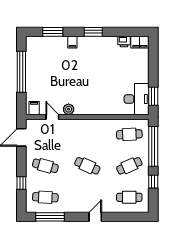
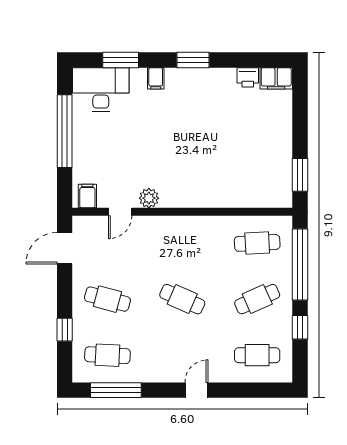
desk: (137, 99) -> (101, 90), moved, turned -90
door: (52, 117) -> (120, 212), swing flipped

